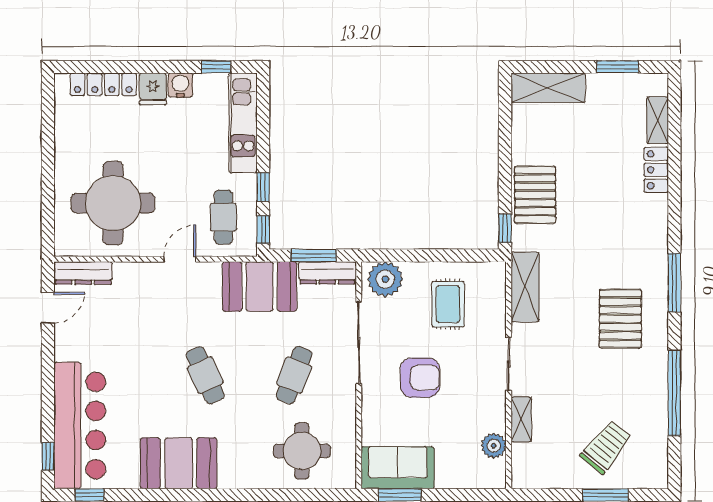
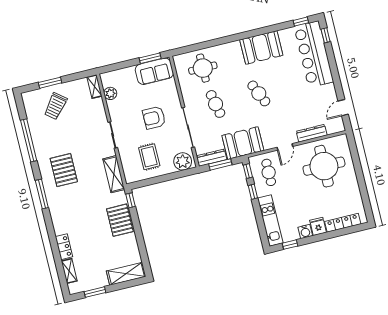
dresser: (83, 273) -> (312, 133), moved
cafe table: (294, 375) -> (216, 104), turned -33
shelving: (521, 419) -> (94, 87), moved

